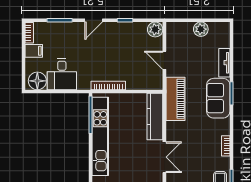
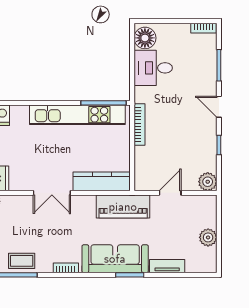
filing cabinet: (34, 51) -> (182, 34), removed
sofa: (218, 98) -> (115, 259), width x1.36

